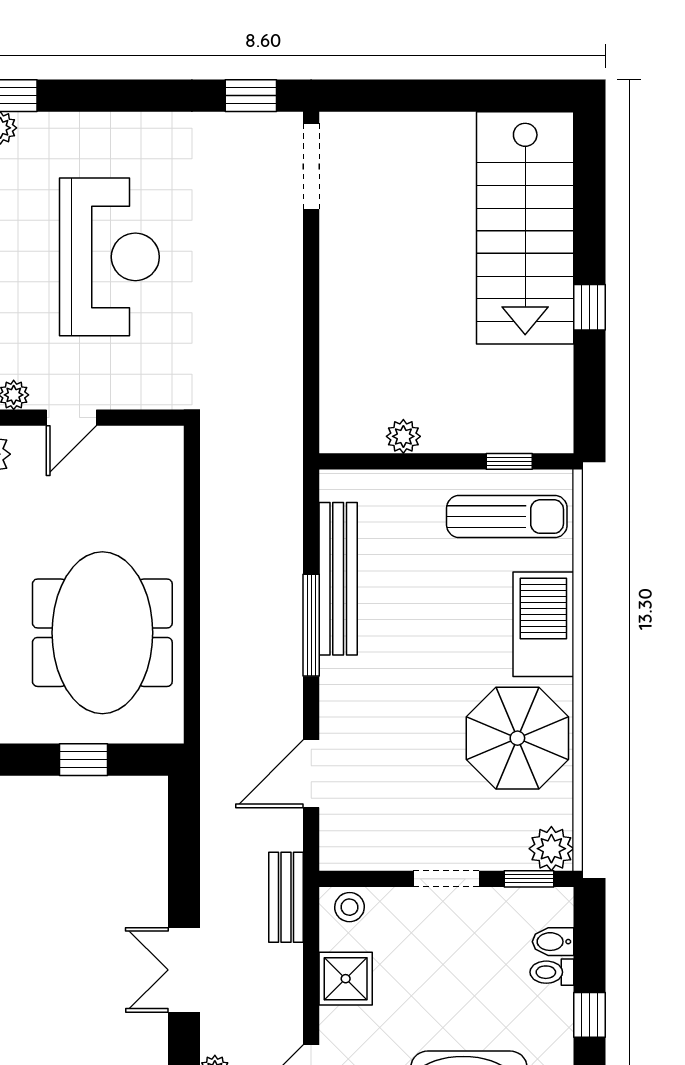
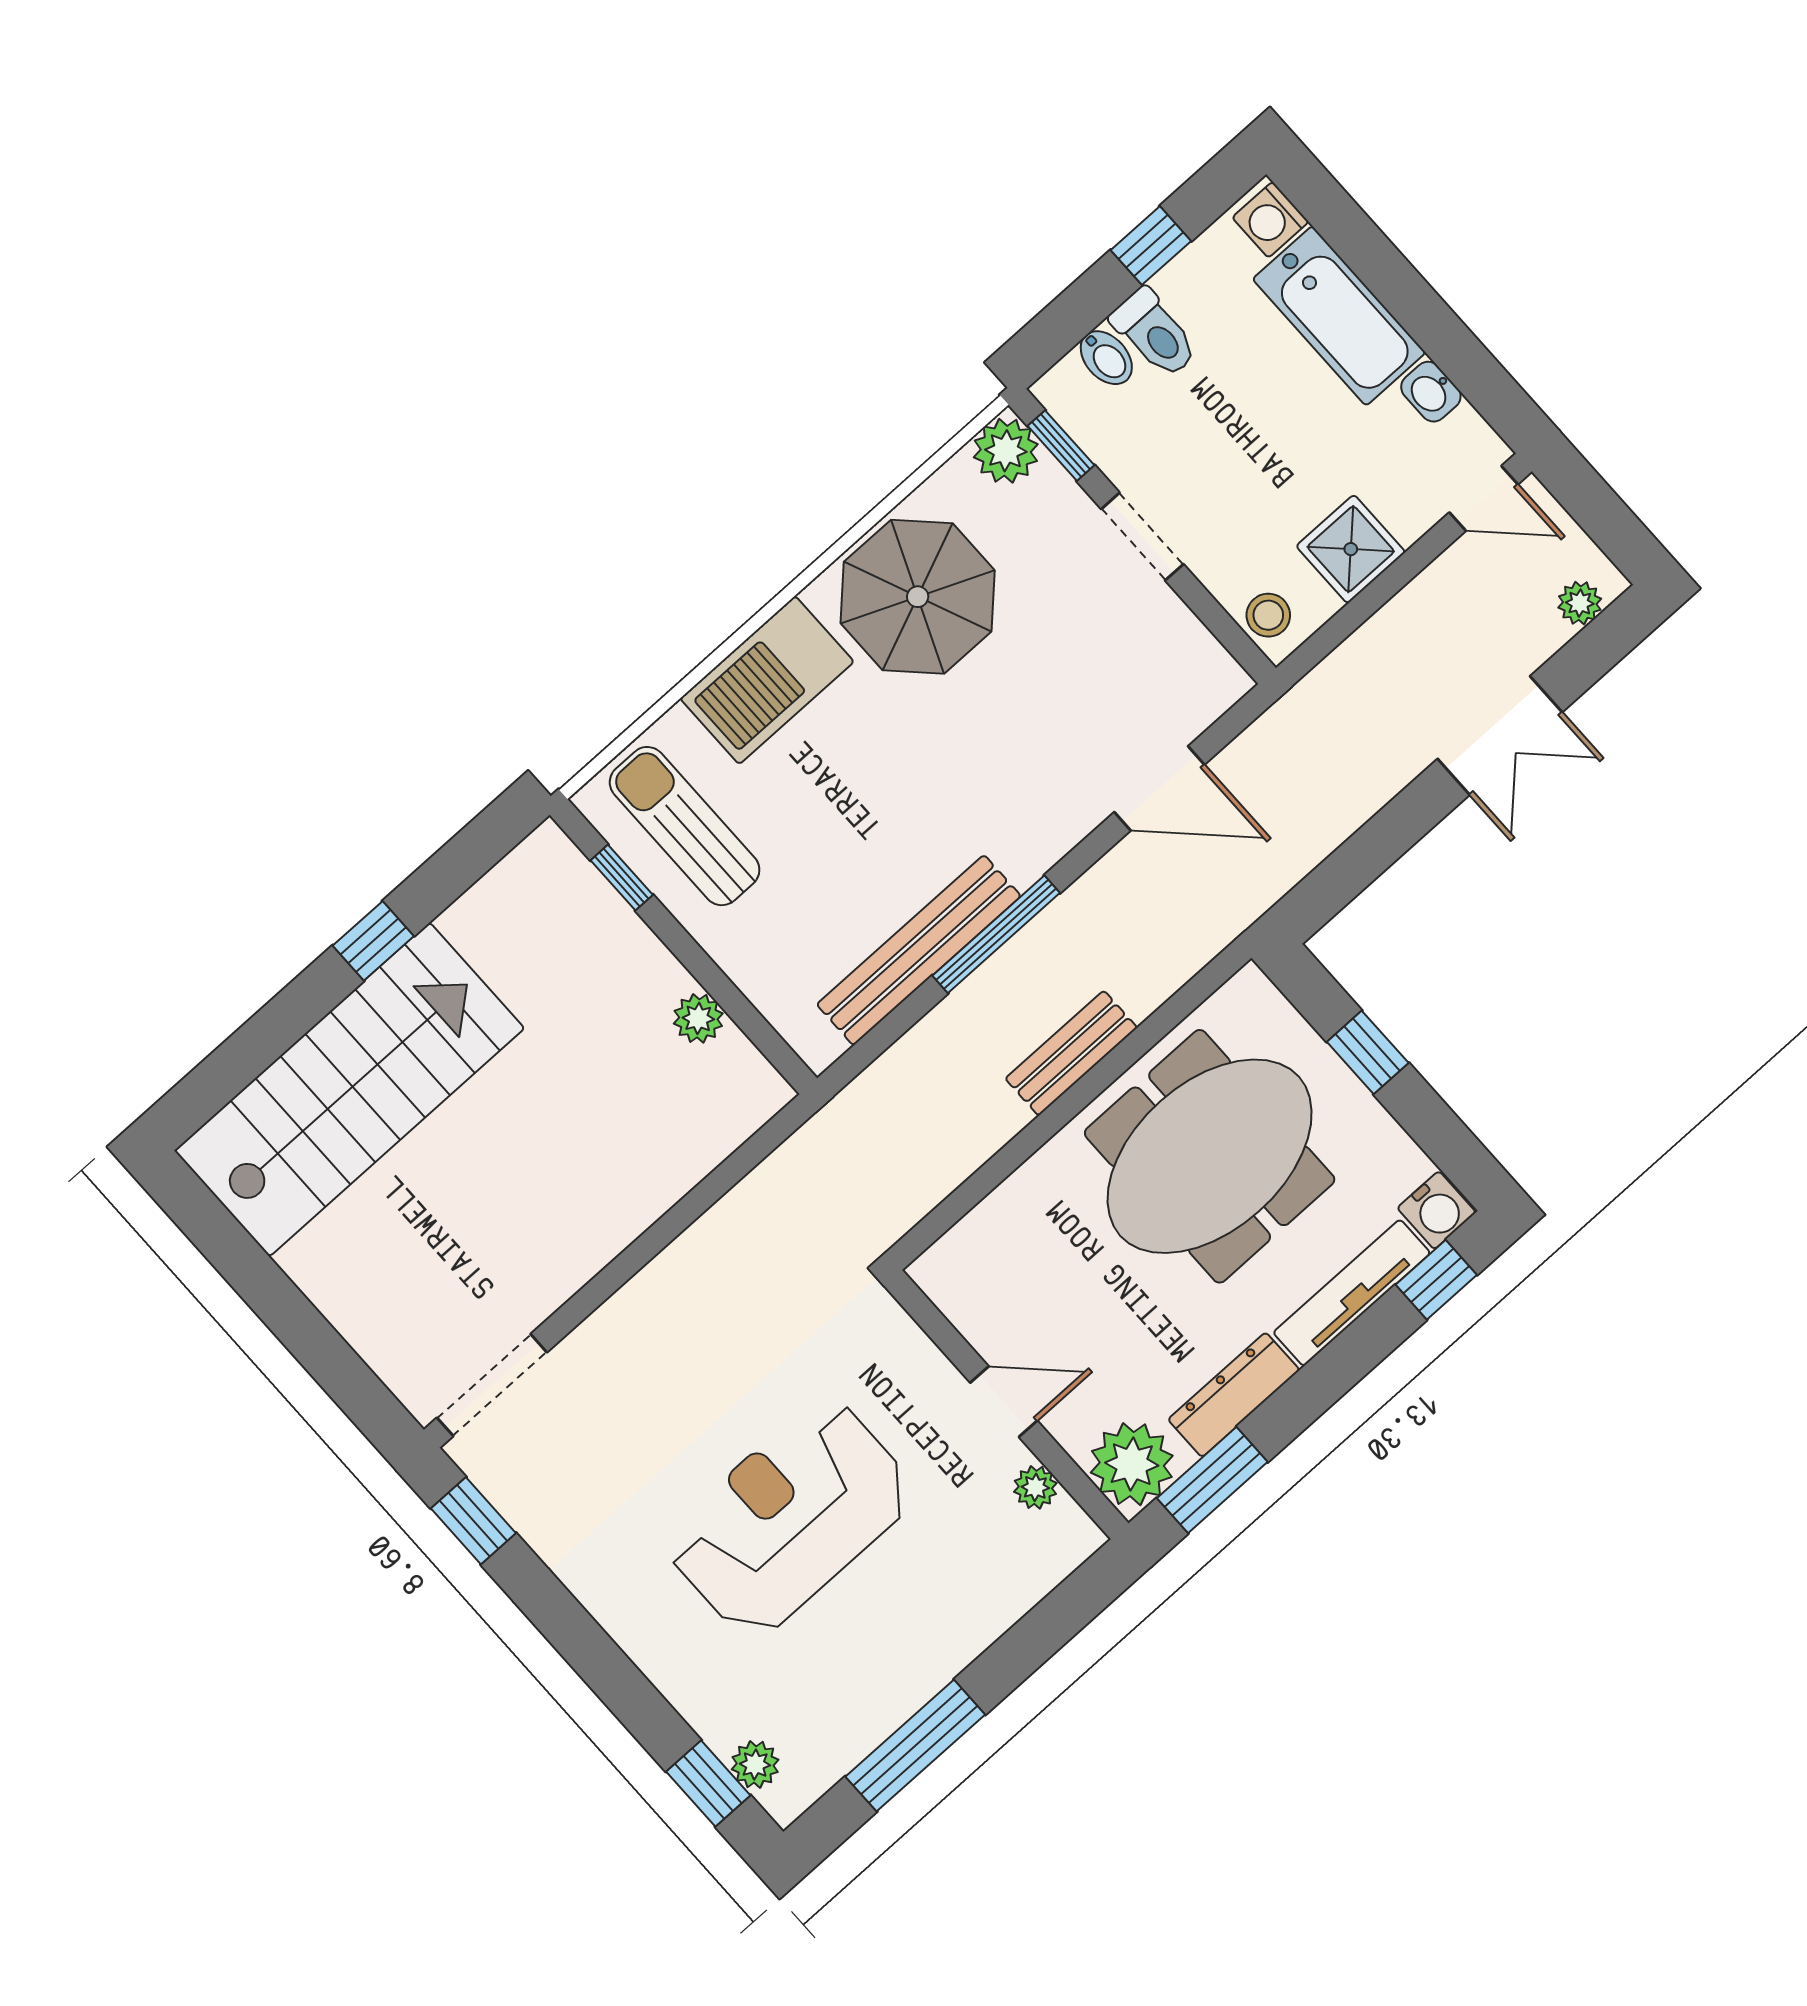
bench: (286, 897) -> (1071, 1053), moved
toilet: (552, 972) -> (1155, 333), width x1.37, depth x1.39

